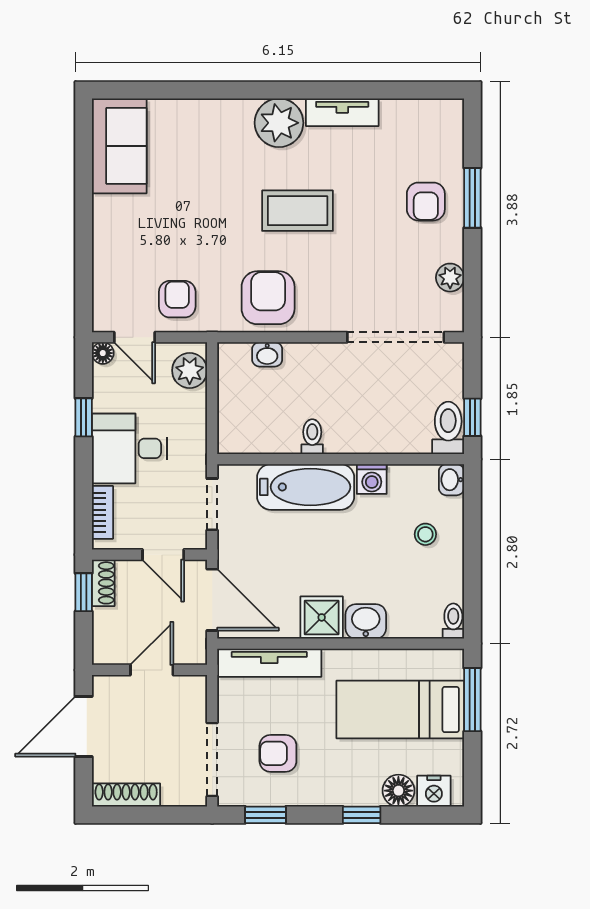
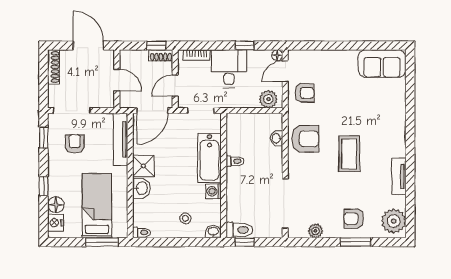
plant: (279, 123) -> (394, 221), moved

